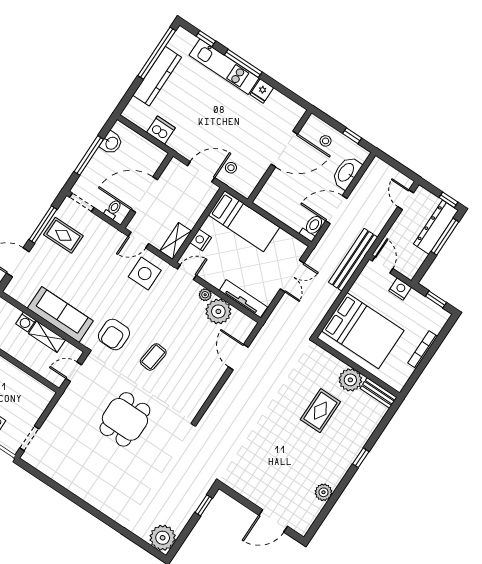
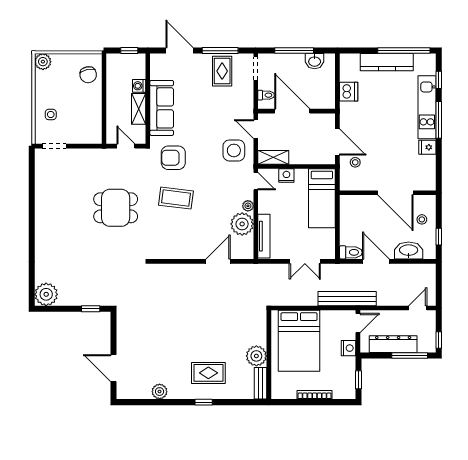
dresser: (436, 227) -> (393, 344), moved
coffee table: (153, 357) -> (176, 198), width x1.36, depth x1.30
rug: (320, 411) -> (208, 373), moved

